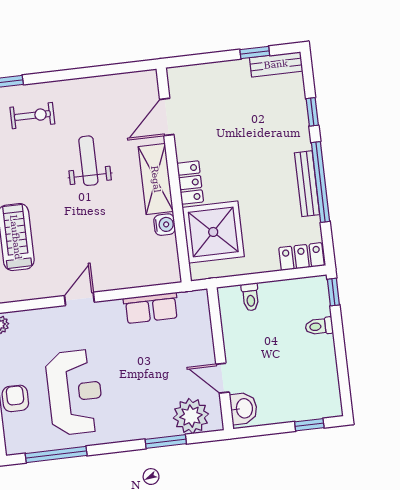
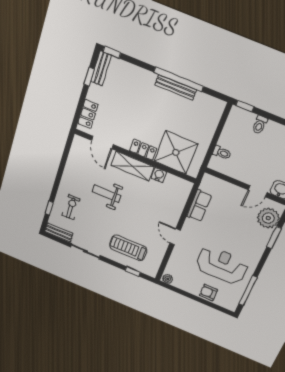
window: (312, 112) -> (112, 52), moved
locker: (302, 257) -> (88, 114), moved, turned 180

